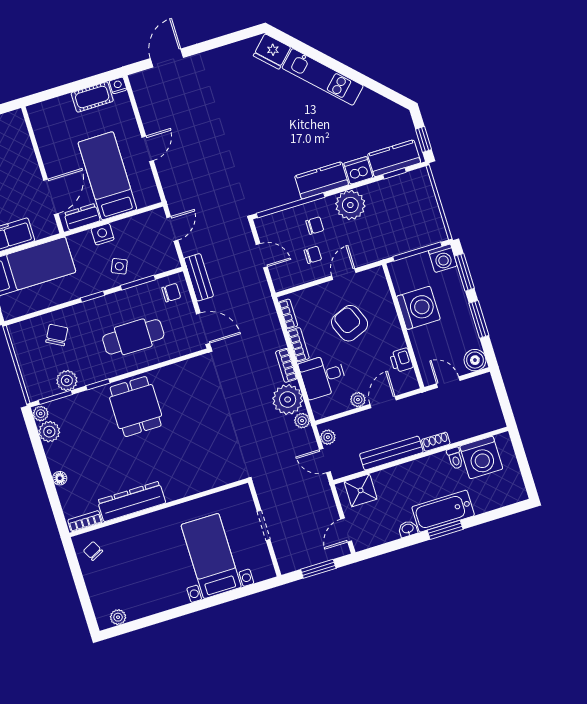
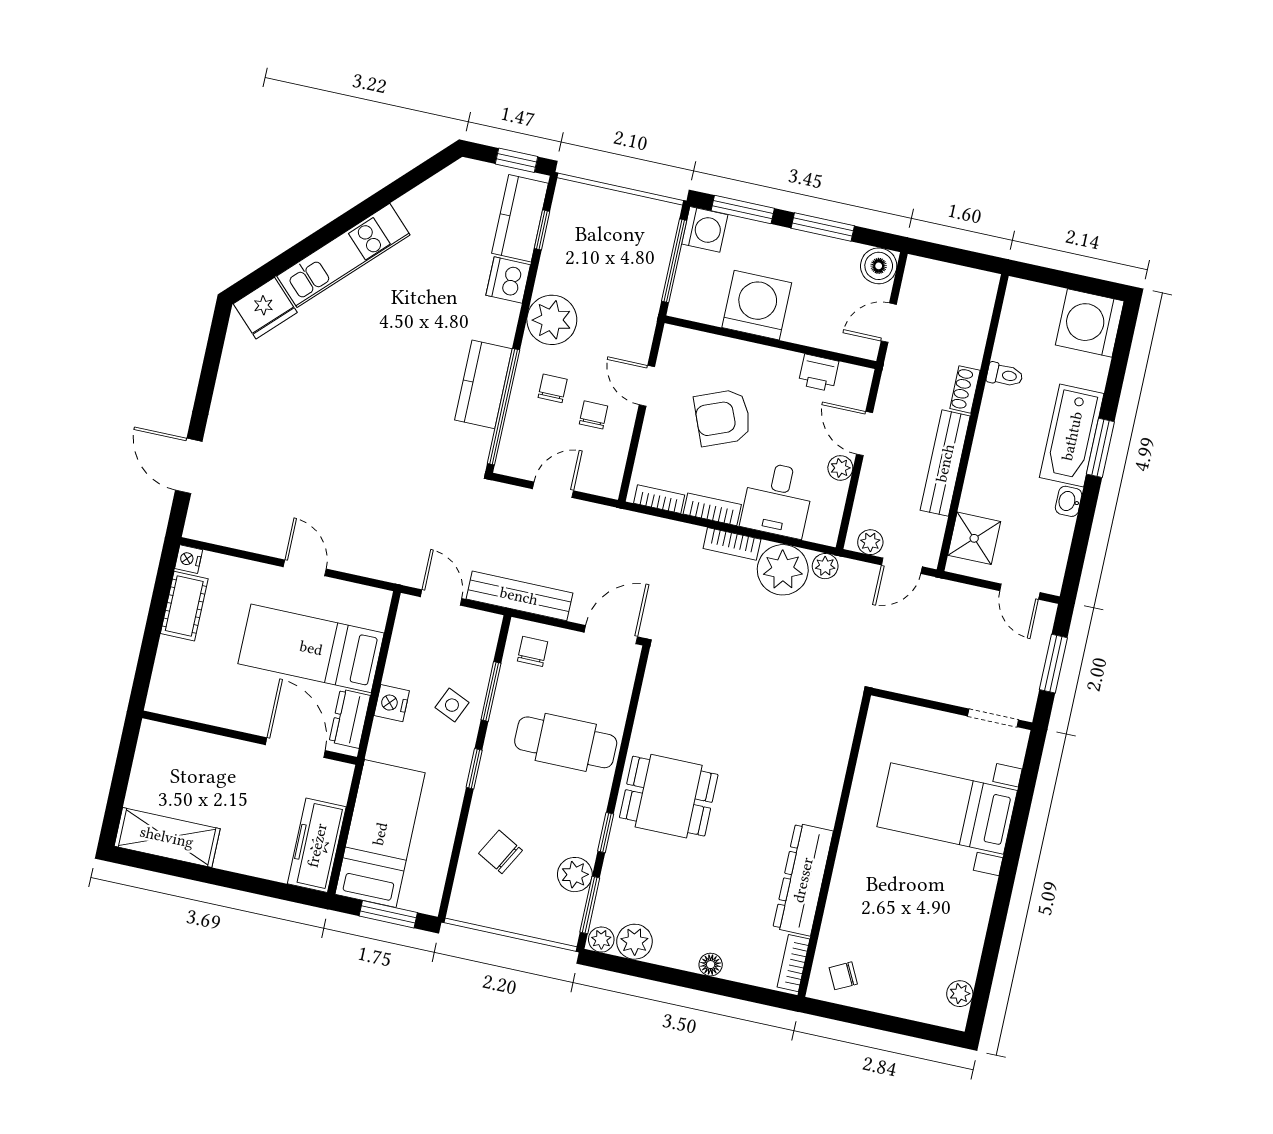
kitchen counter: (322, 180) -> (483, 384), moved
bench: (199, 277) -> (519, 596), width x1.36
cafe table: (133, 337) -> (566, 742), turned 90
washing machine: (481, 457) -> (1090, 323), moved, turned 180
doorway: (264, 525) -> (993, 718), moved

